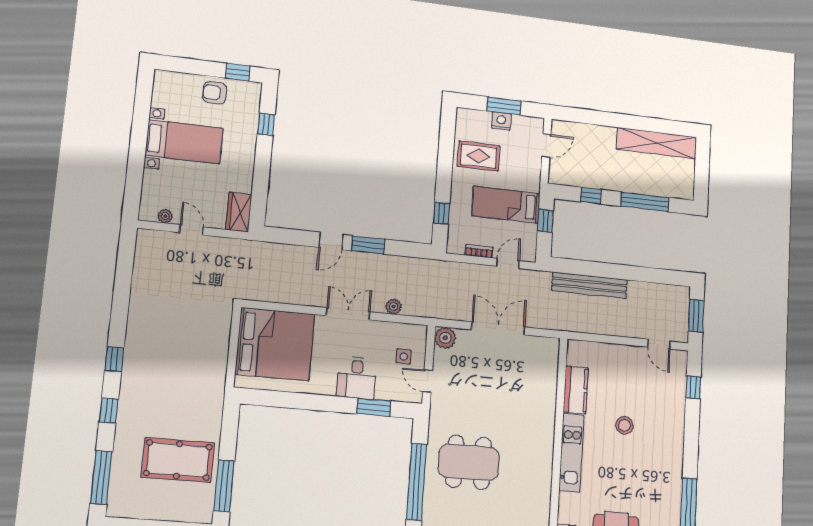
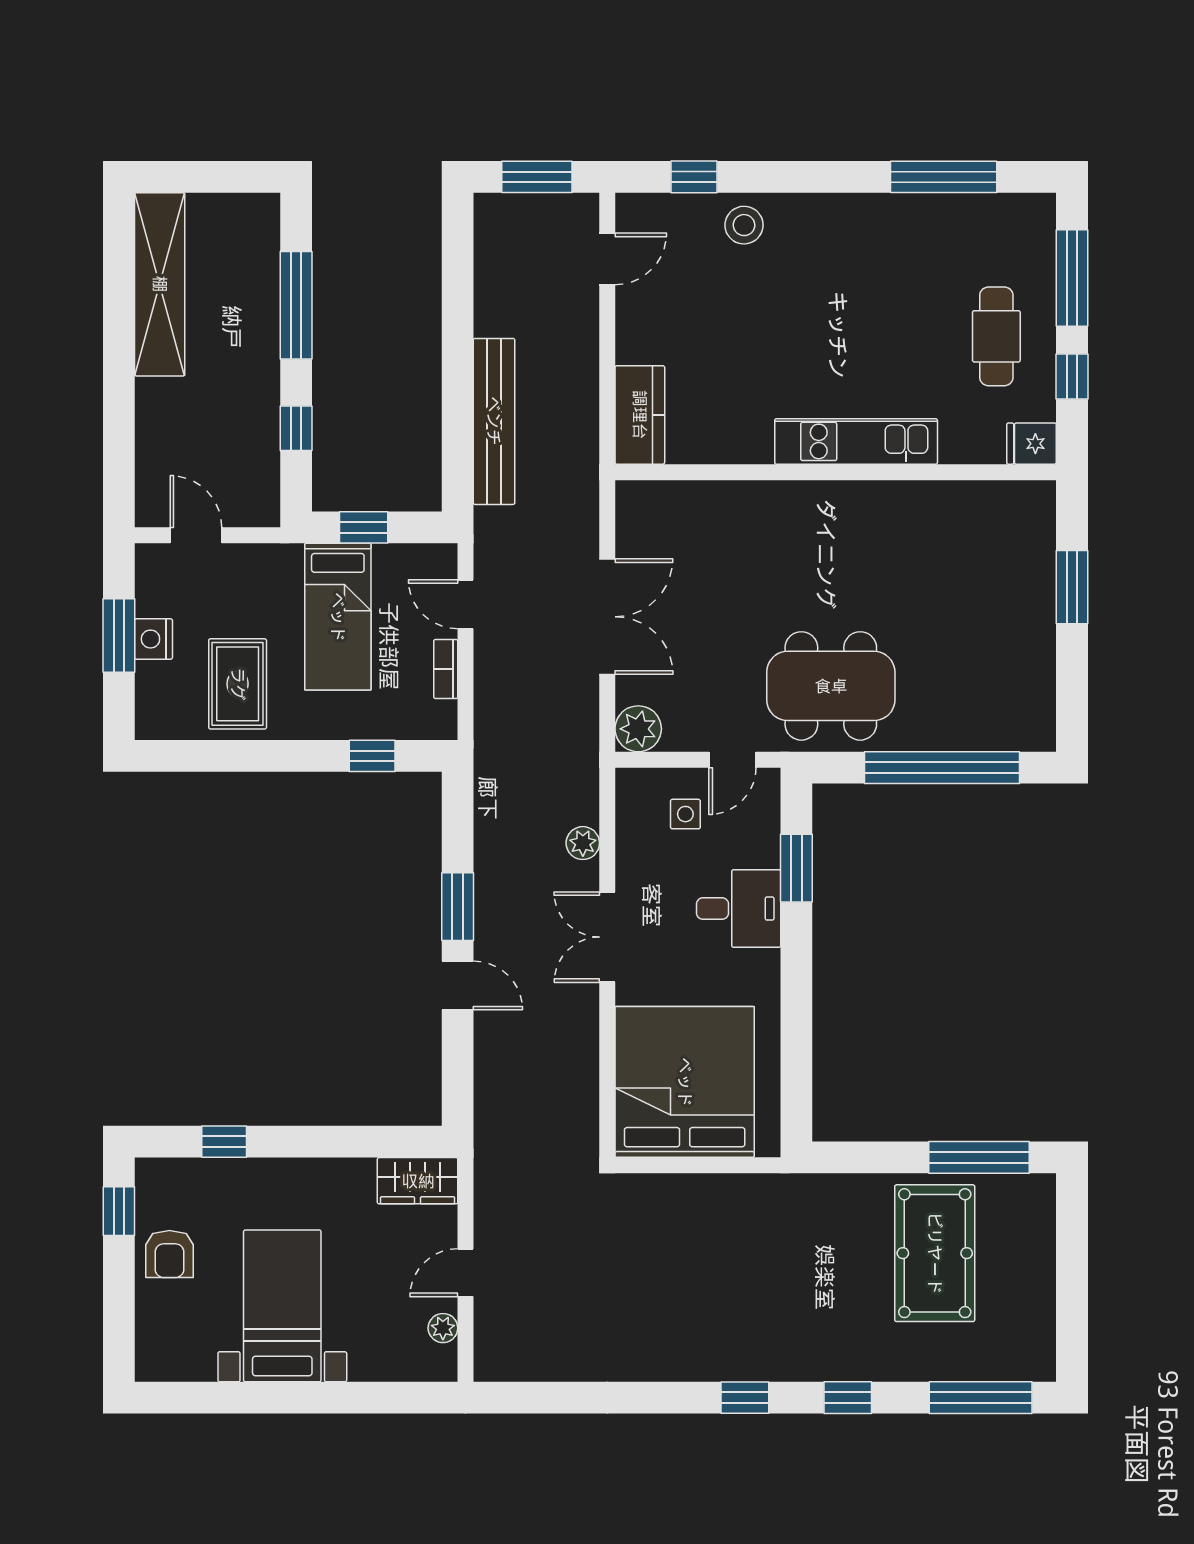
double door: (498, 328) -> (607, 617), swing flipped
kitchen counter: (576, 390) -> (640, 415), moved, turned 90
stool: (624, 425) -> (744, 225), moved
dining table: (469, 462) -> (831, 686), moved, turned 90

